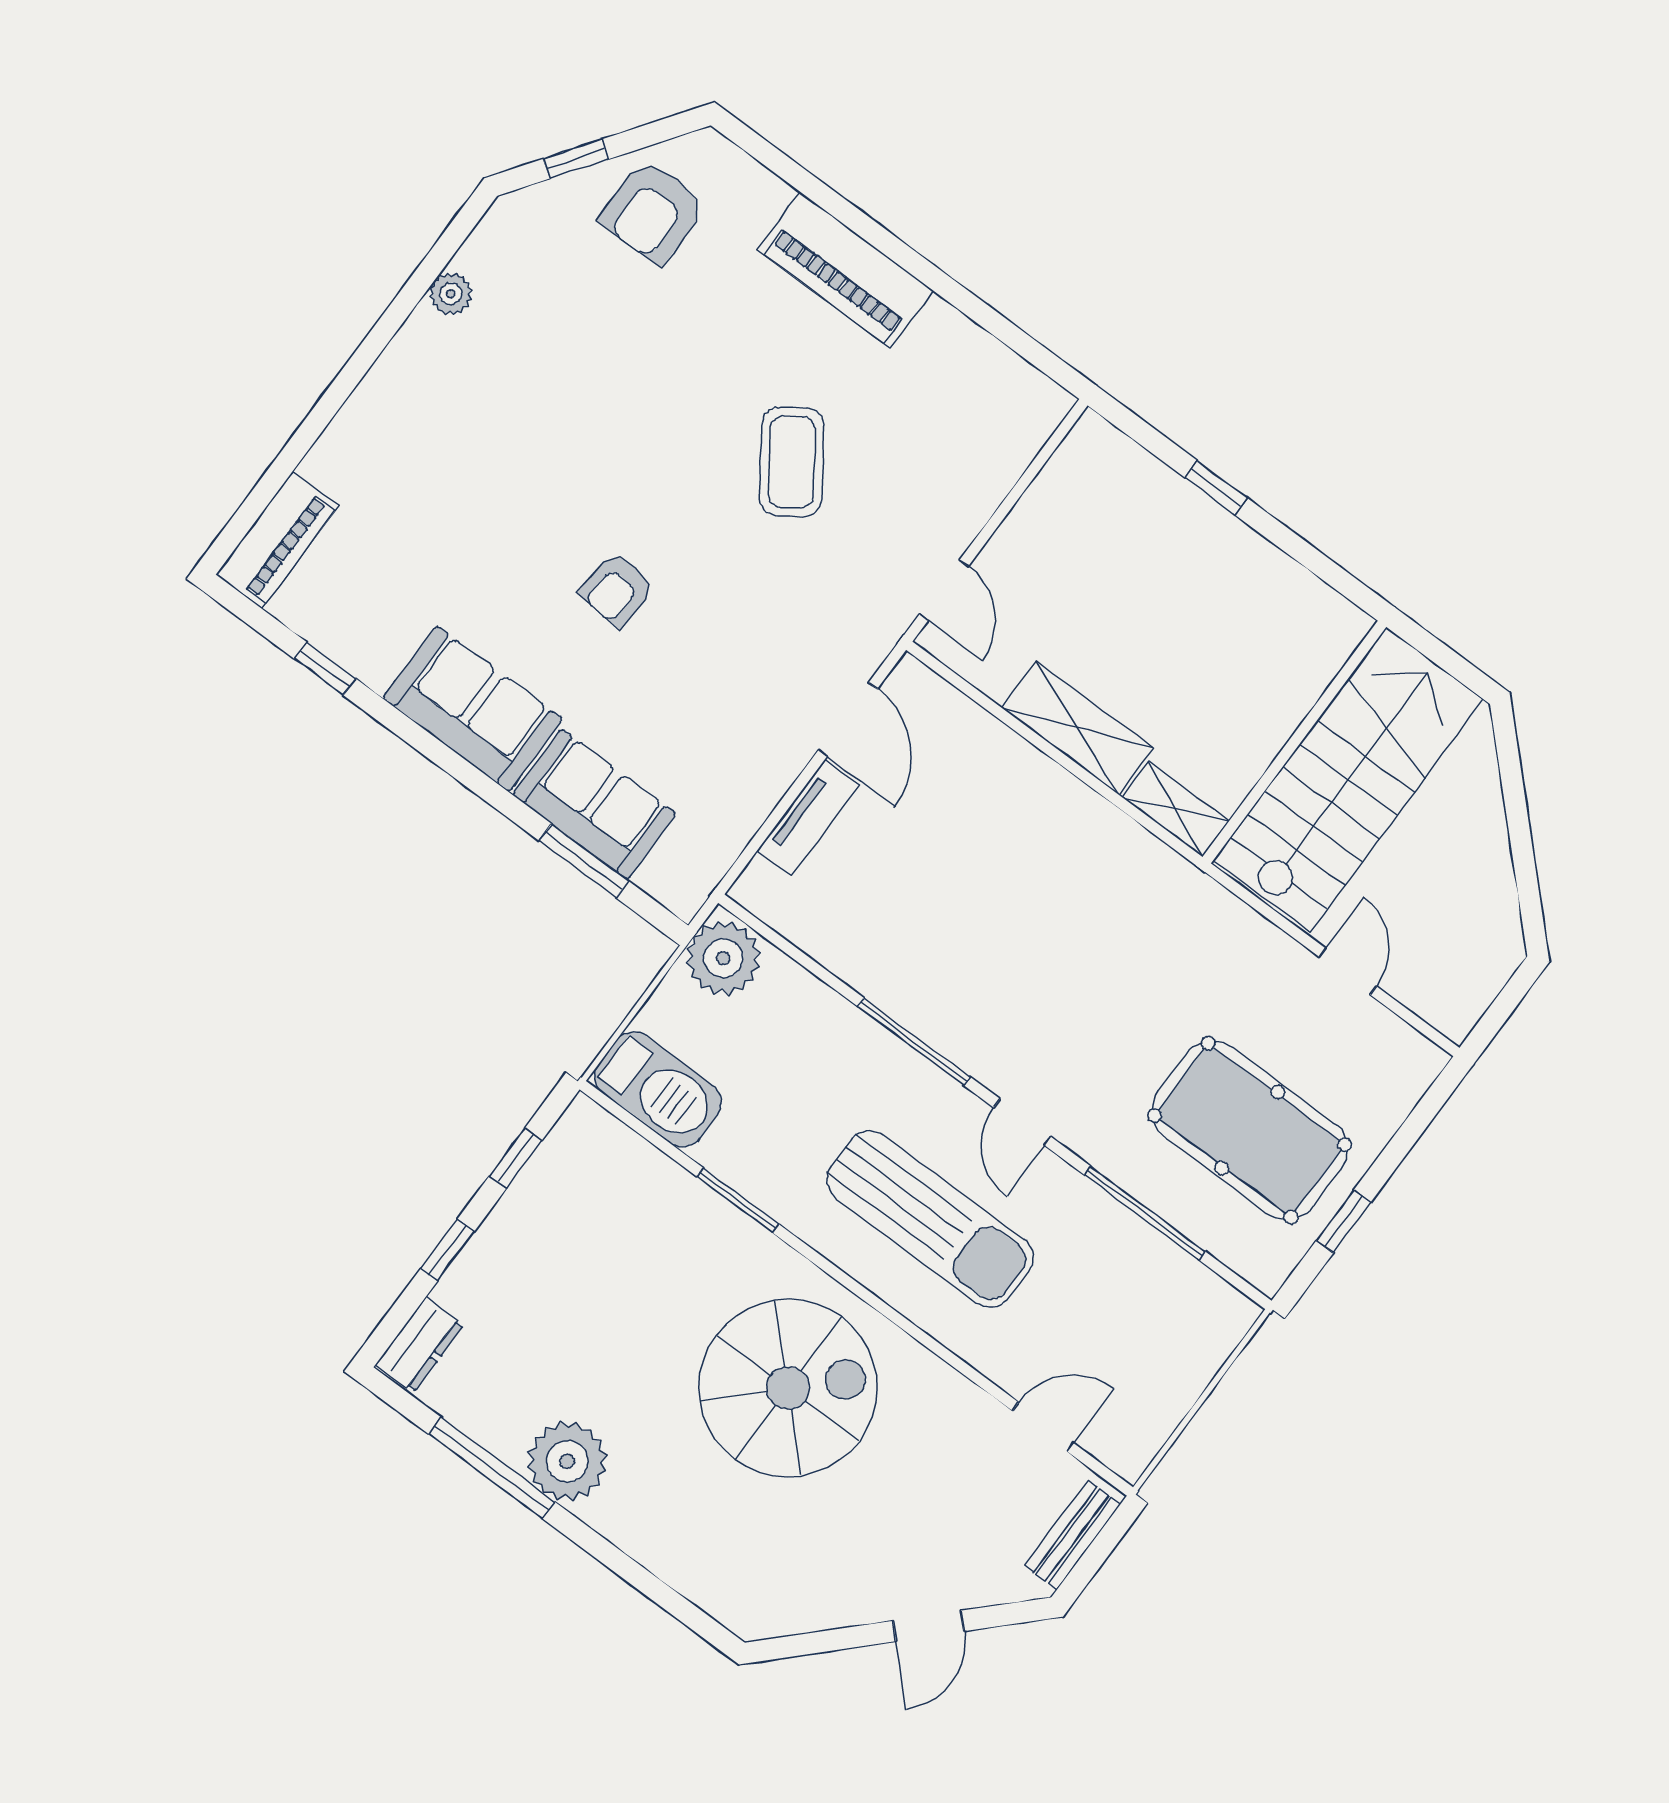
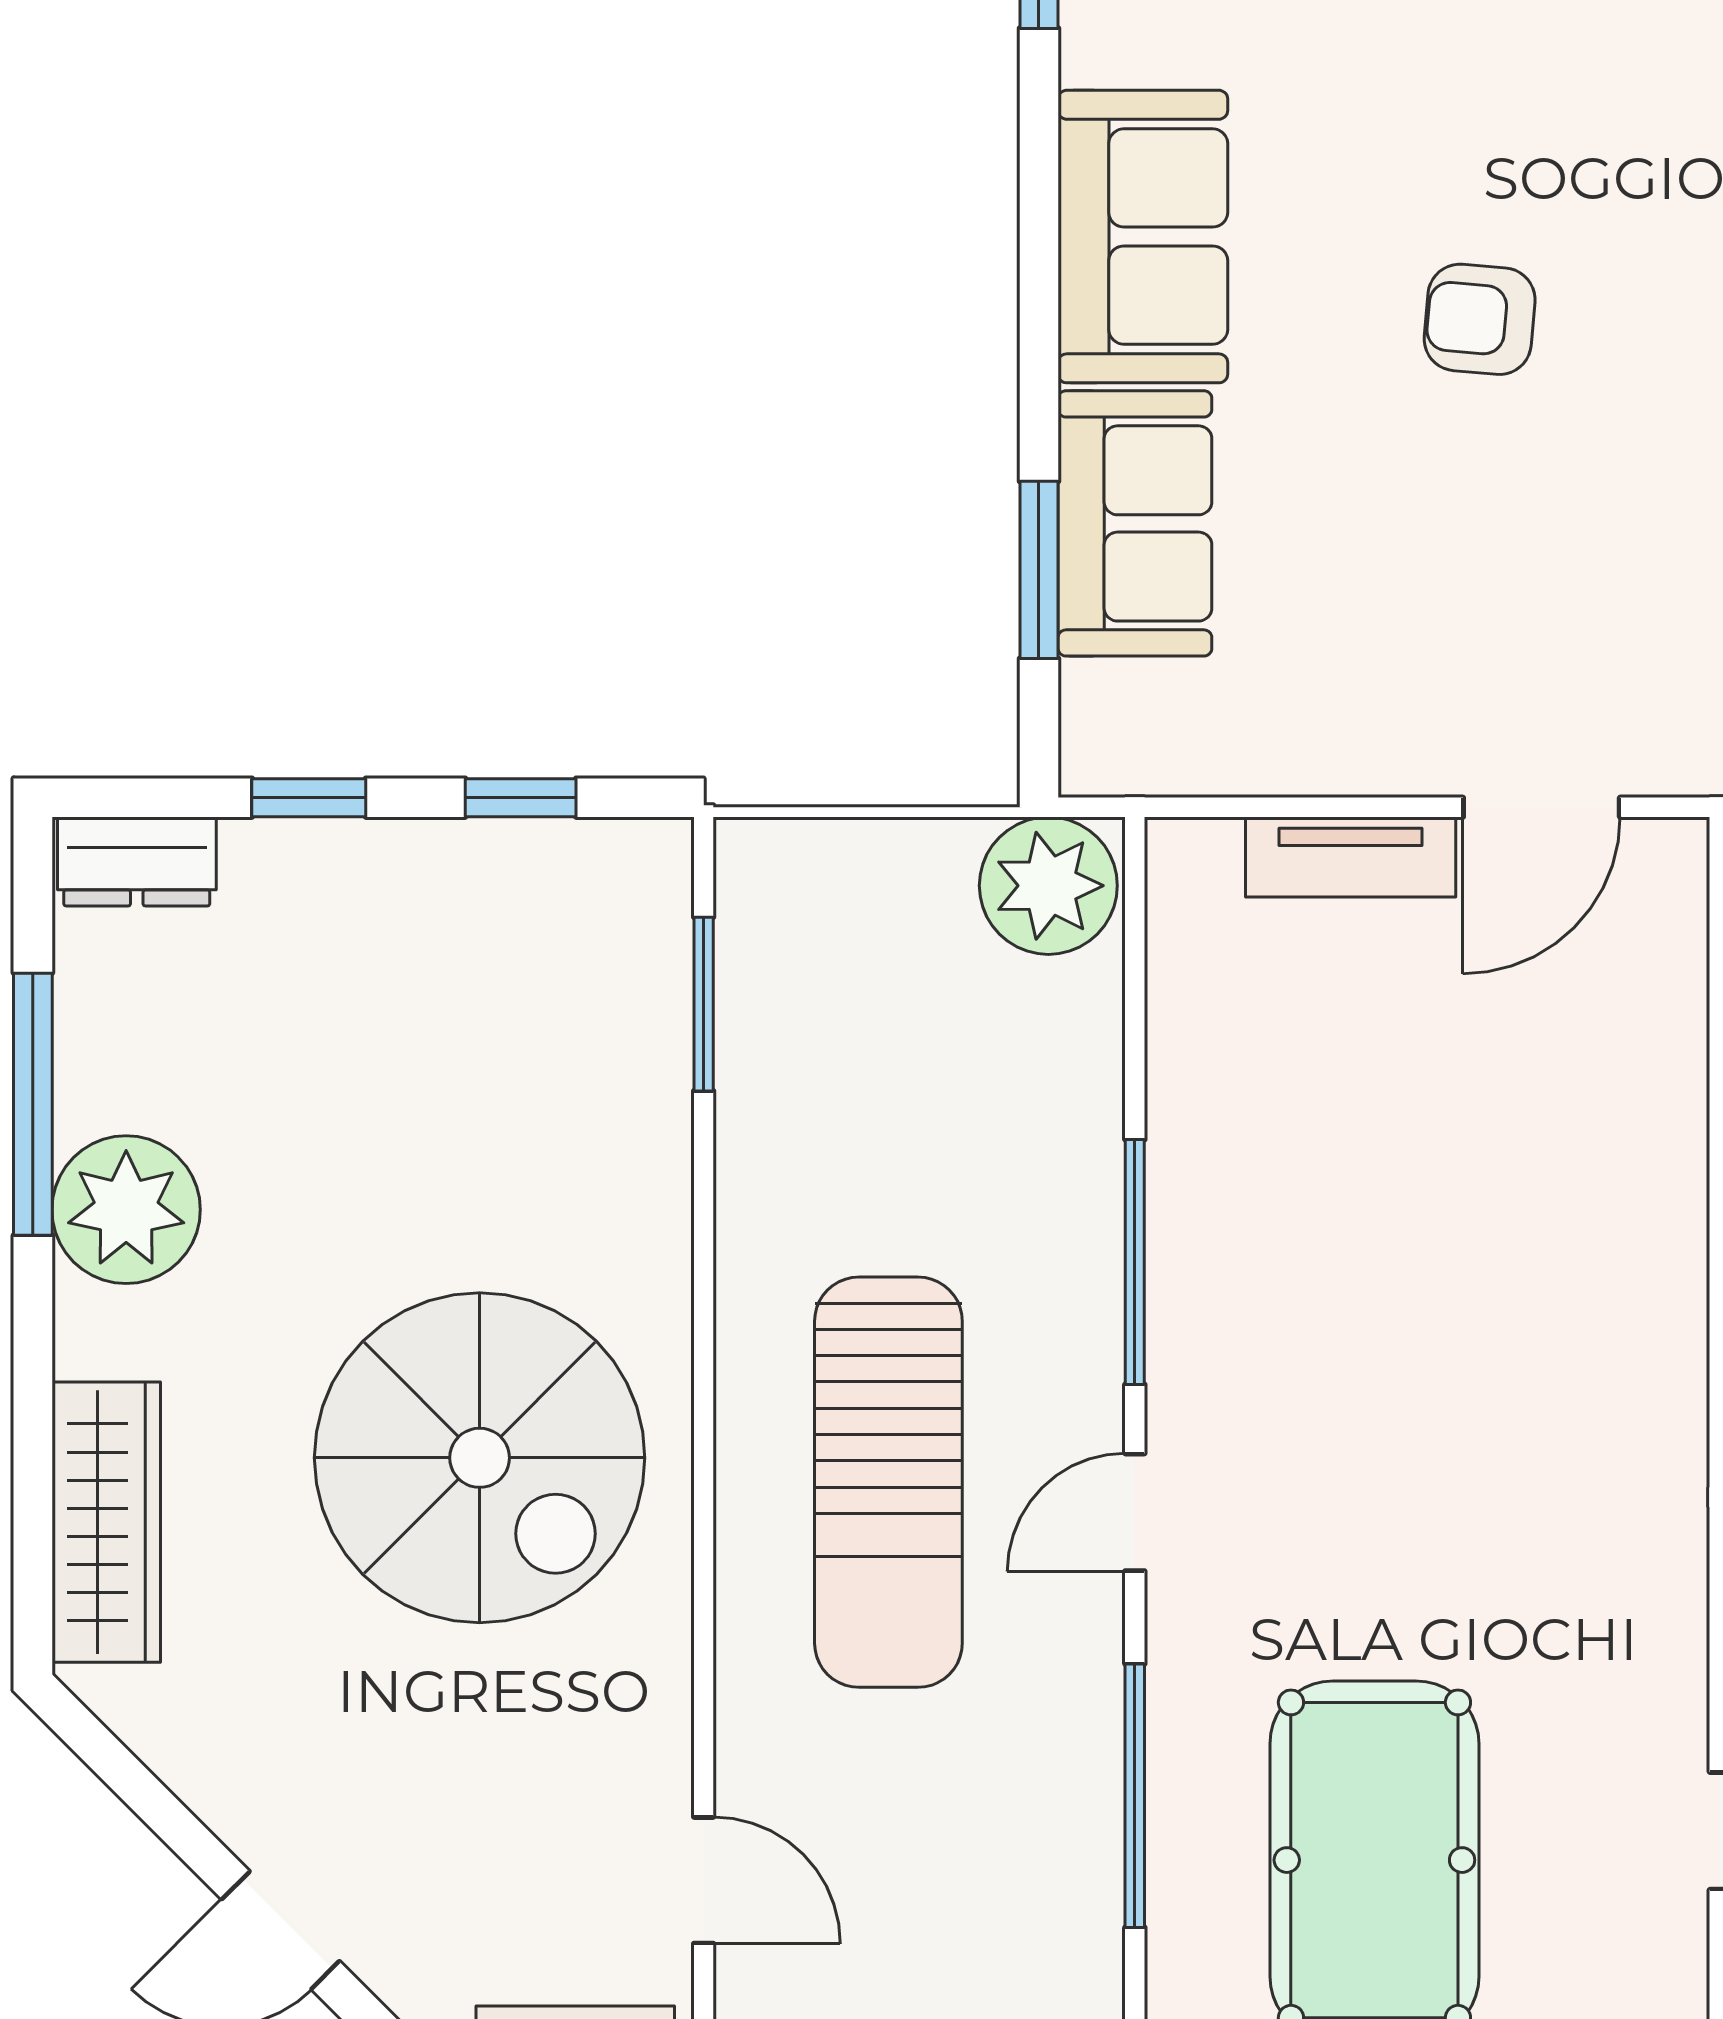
barbecue: (658, 1089) -> (780, 933), removed
window: (738, 1200) -> (704, 1004), moved
wardrobe: (696, 1570) -> (106, 1522), added

